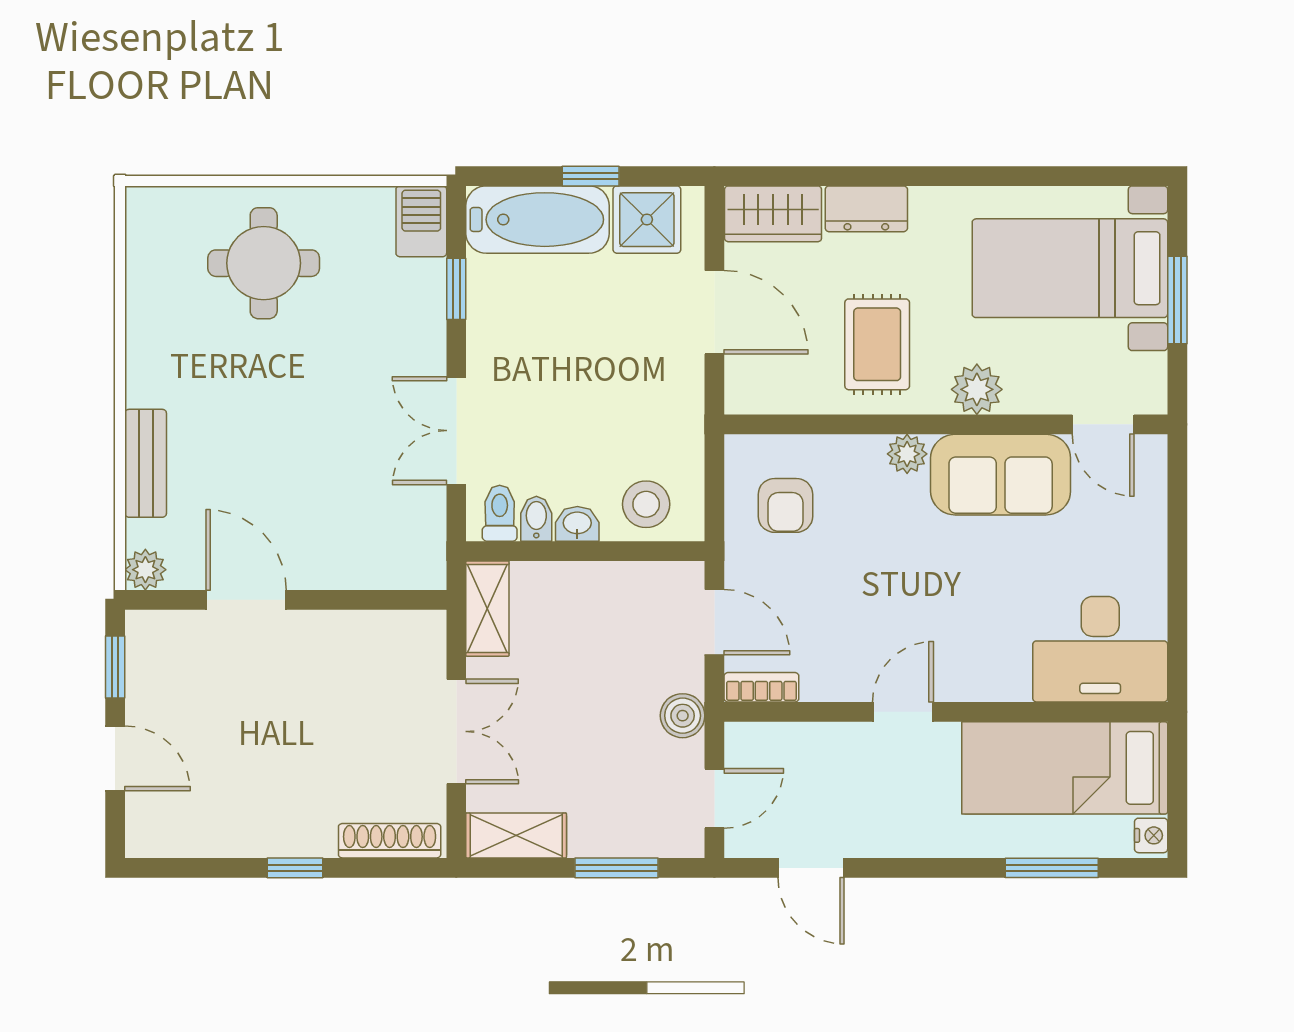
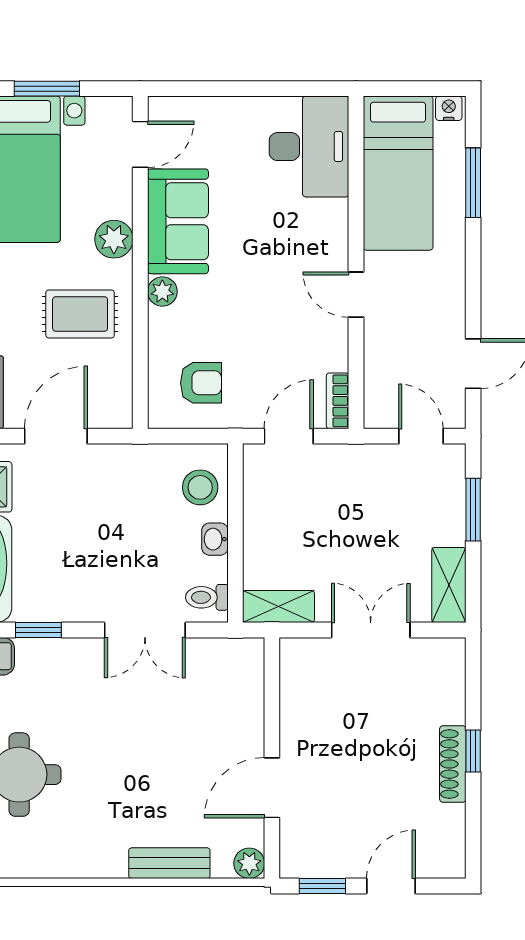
bidet: (536, 519) -> (211, 570), removed
boiler: (683, 716) -> (359, 460), removed
shoe rack: (390, 841) -> (453, 764), moved

